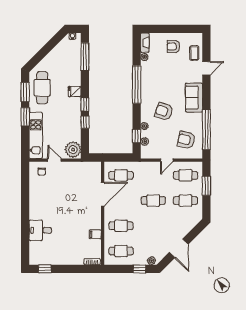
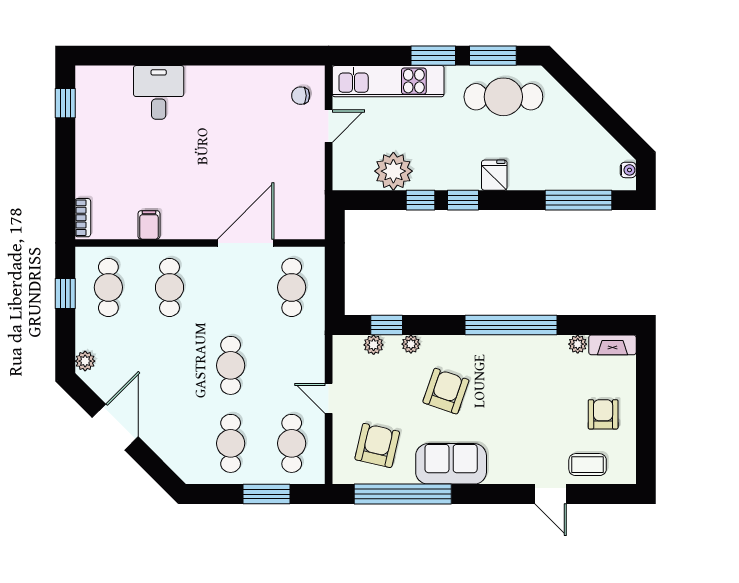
sofa: (194, 98) -> (451, 464), moved
plant: (73, 150) -> (393, 171), moved
door: (103, 194) -> (246, 243), swing flipped
door: (179, 248) -> (115, 427), swing flipped
window: (139, 269) -> (65, 294), moved

